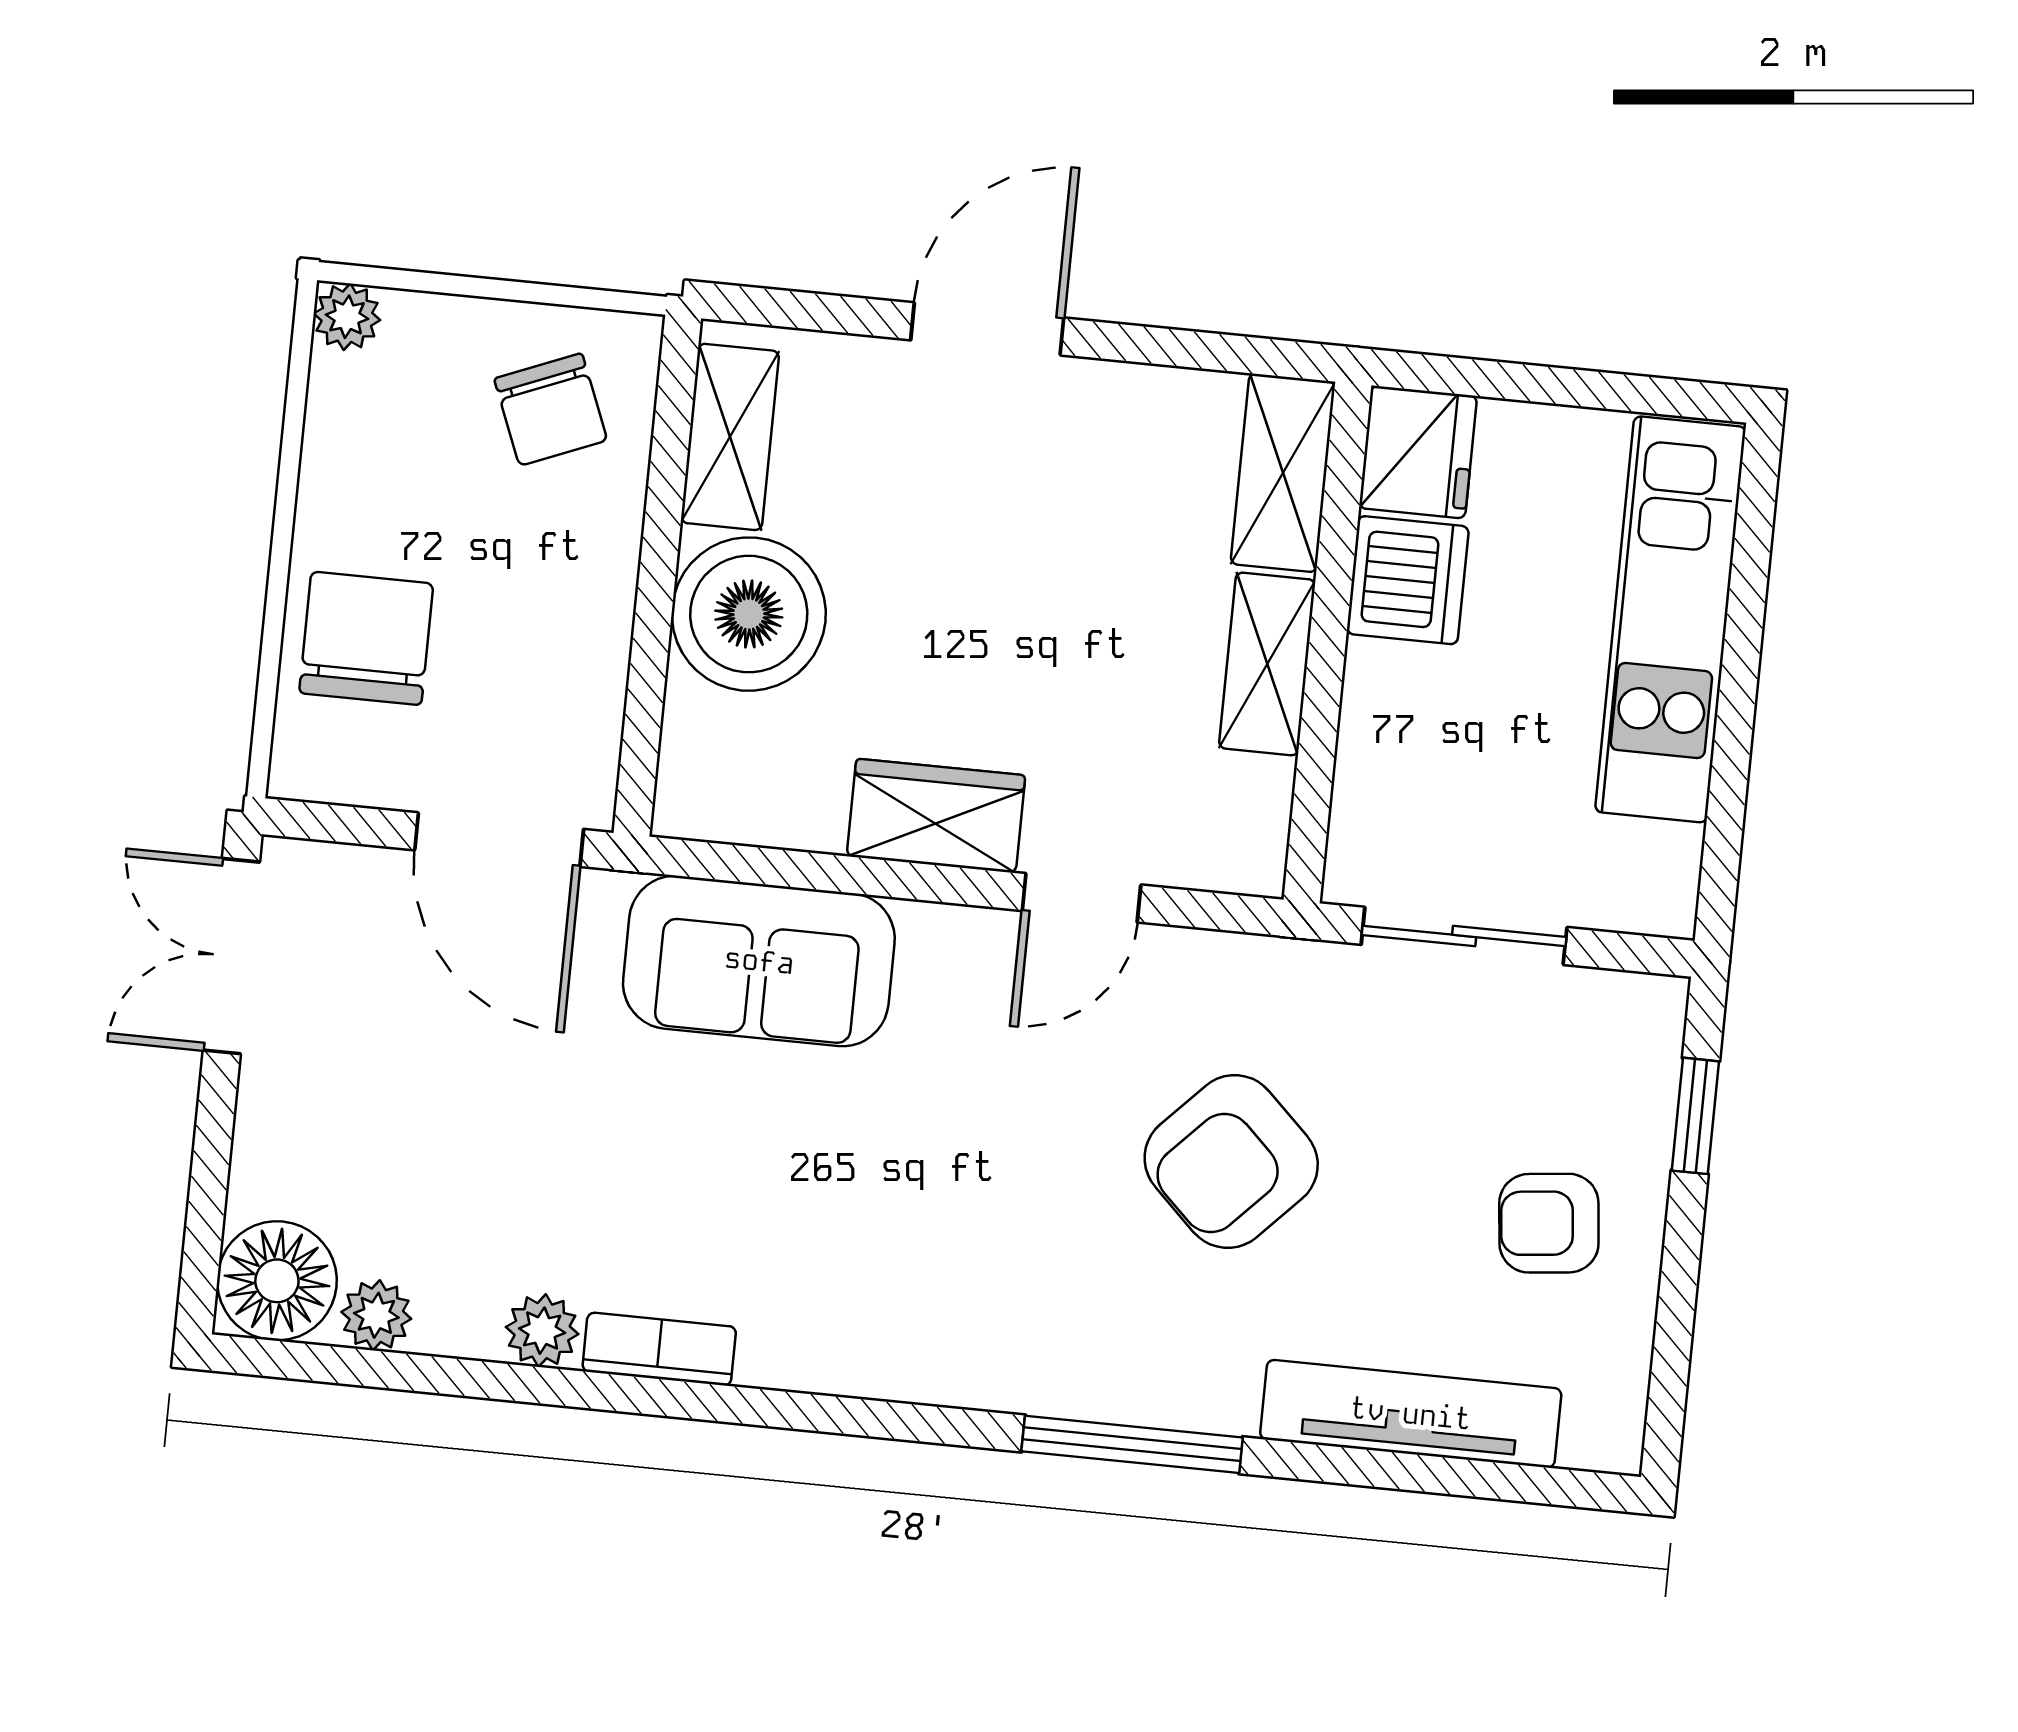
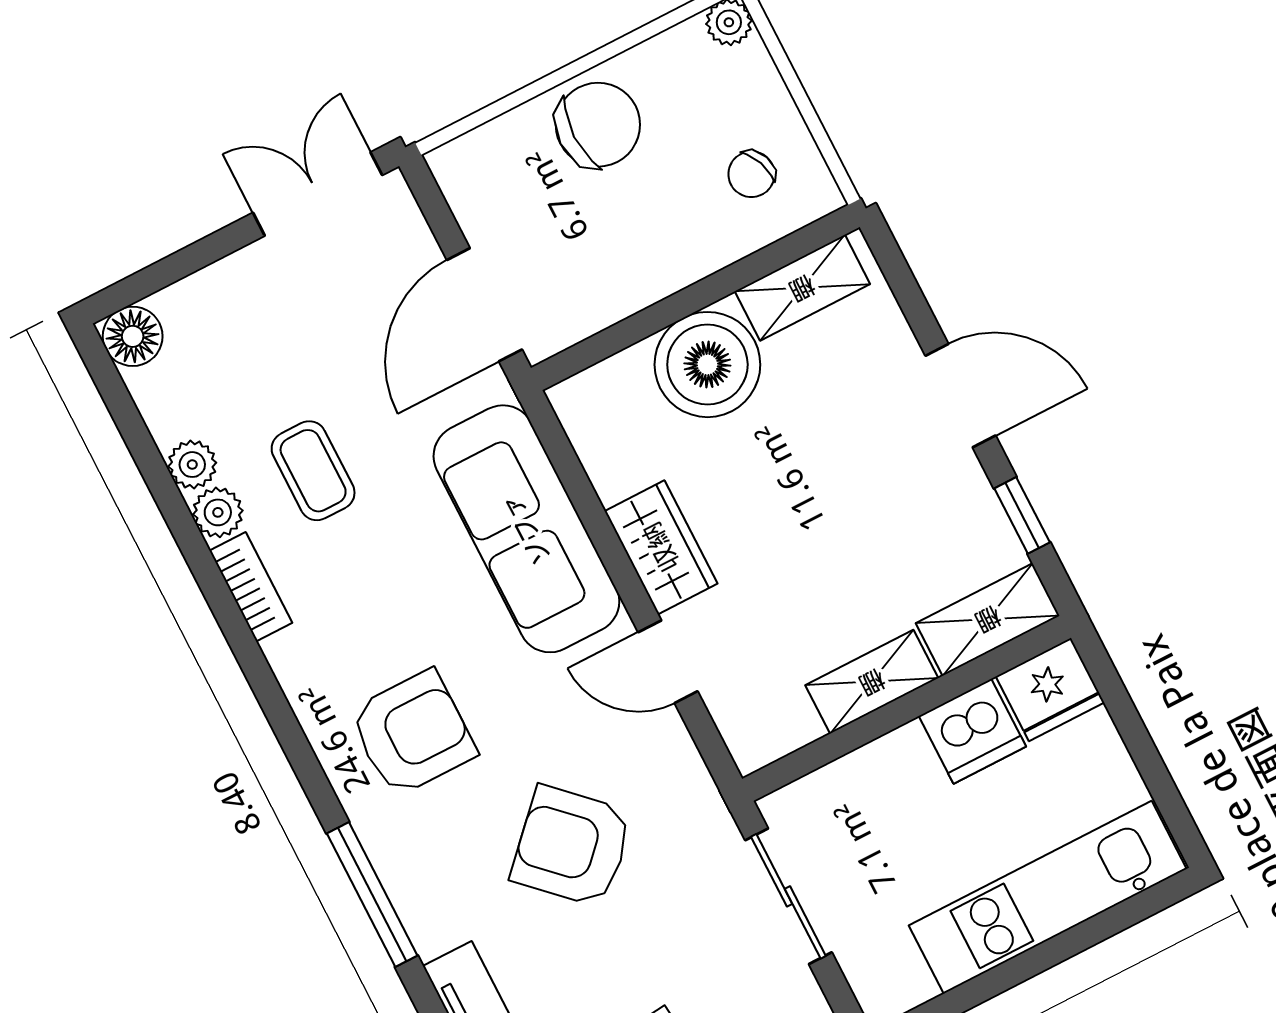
window: (1183, 348) -> (1022, 515), added
chair: (551, 409) -> (751, 174), width x0.73, depth x0.73
chair: (366, 638) -> (598, 125), moved
sofa: (759, 961) -> (526, 529), width x1.36
coffee table: (567, 1181) -> (313, 471), added
armchair: (967, 1267) -> (413, 733), added
floor lamp: (277, 1281) -> (133, 336), width x0.73, depth x0.73
plant: (376, 1315) -> (192, 465), moved

